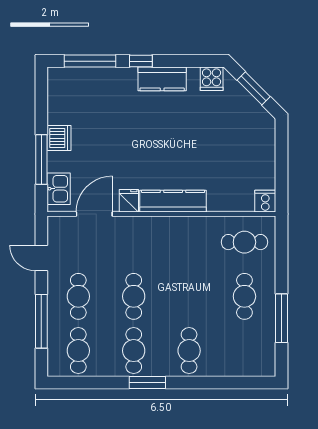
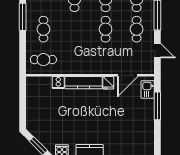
dishwasher: (59, 138) -> (147, 118), removed
cooker: (265, 201) -> (58, 83), moved

